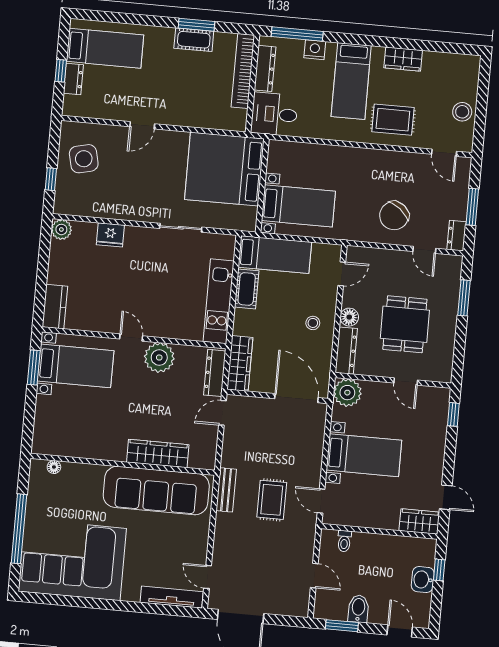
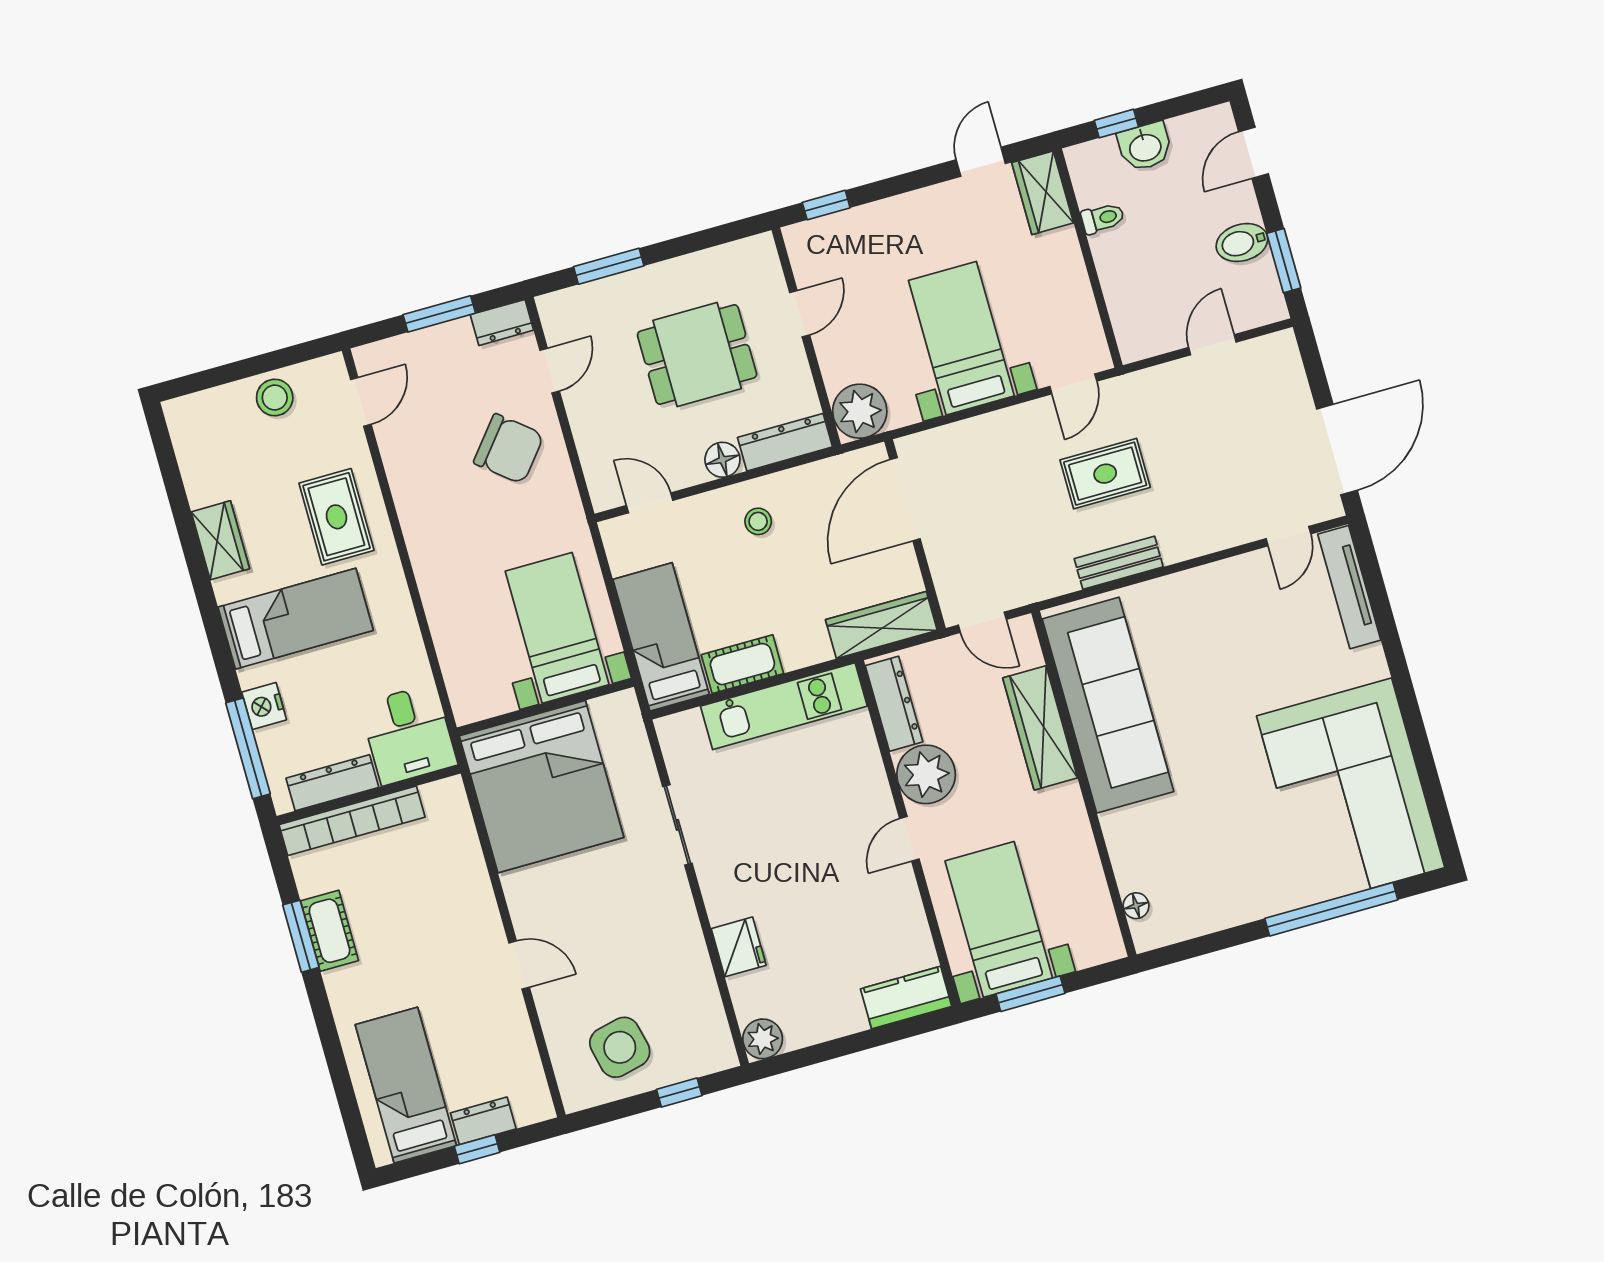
dresser: (215, 373) -> (894, 704), moved, turned -90
wardrobe: (158, 453) -> (1040, 728), moved
wall: (123, 464) -> (1084, 784), moved
floor lamp: (54, 467) -> (1136, 906), moved
sofa: (156, 490) -> (1108, 705), moved
toilet: (344, 541) -> (1103, 218), moved

